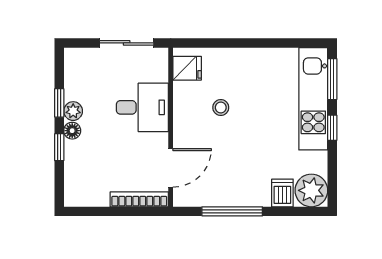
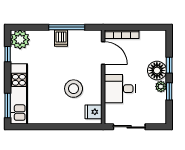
stool: (221, 108) -> (74, 89), width x1.89, depth x1.89
window: (332, 128) -> (8, 54), moved
floor lamp: (72, 131) -> (157, 70), width x1.89, depth x1.89
door: (171, 168) -> (103, 53), swing flipped
dishwasher: (282, 193) -> (61, 38), moved

